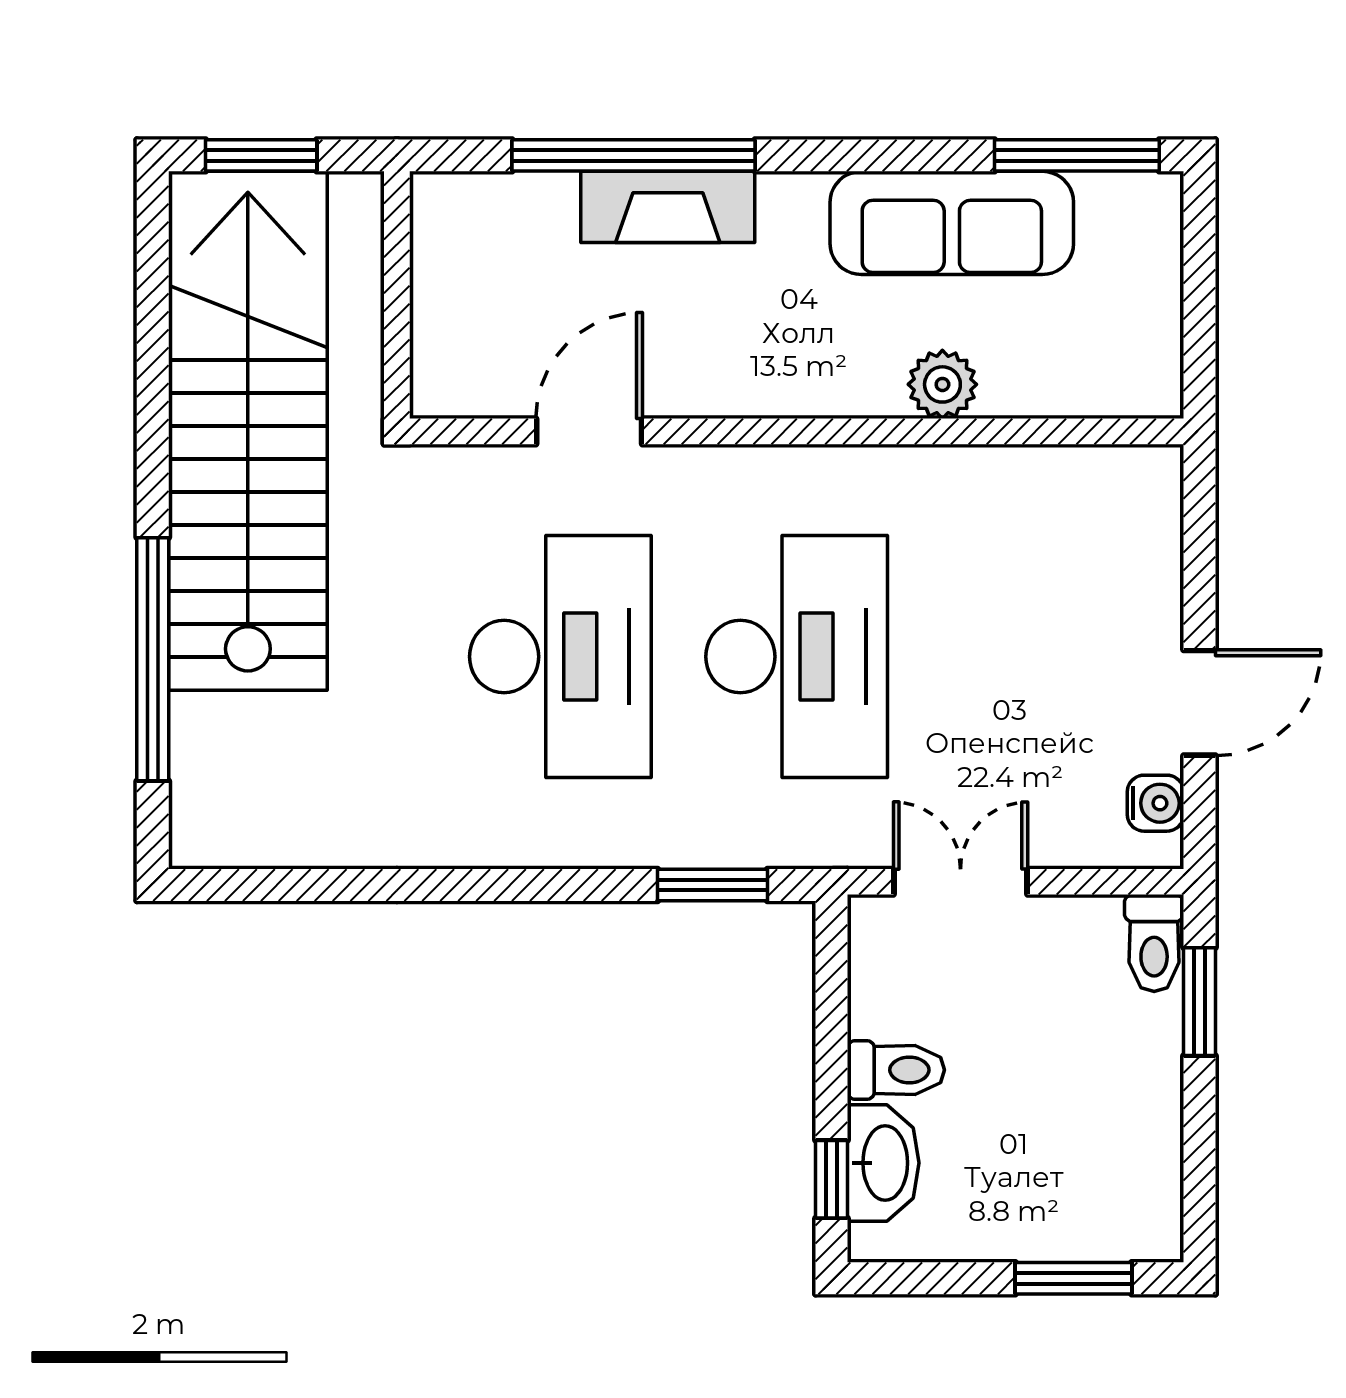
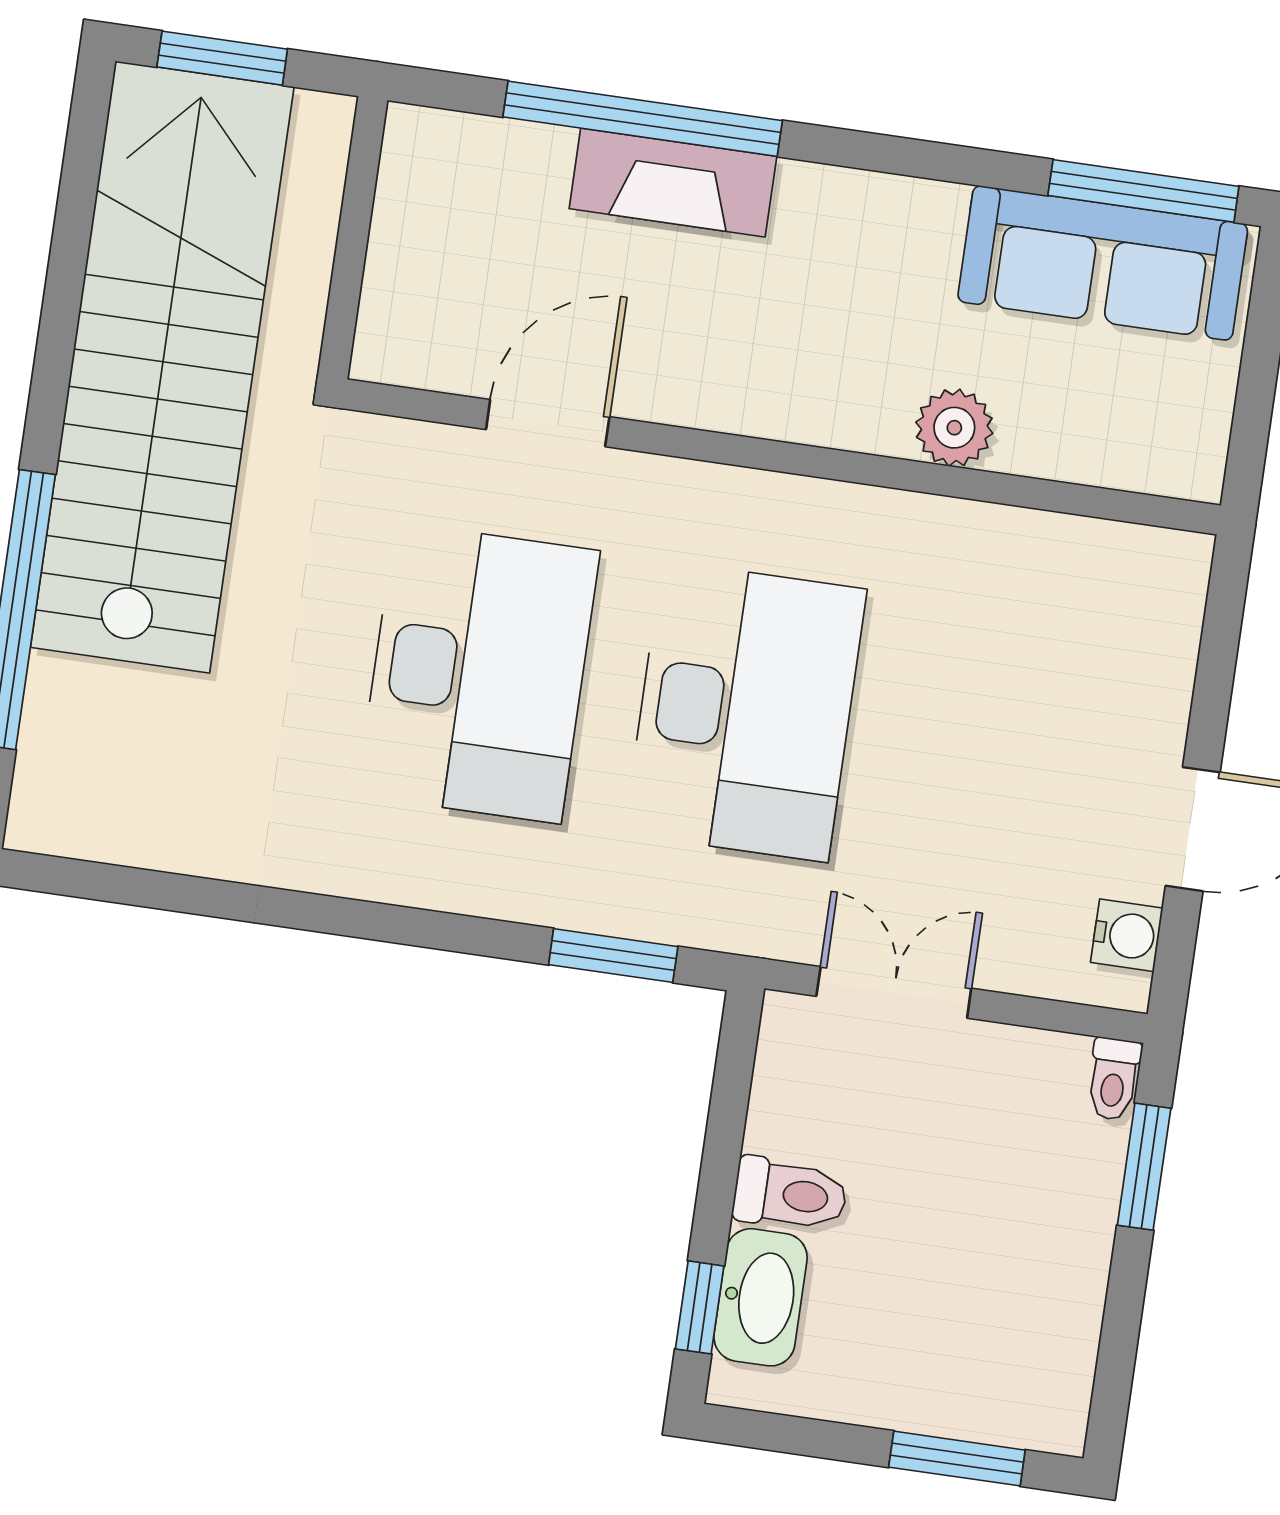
sofa: (952, 223) -> (1103, 263), moved
toilet: (1154, 943) -> (1114, 1079), width x0.73, depth x0.72

